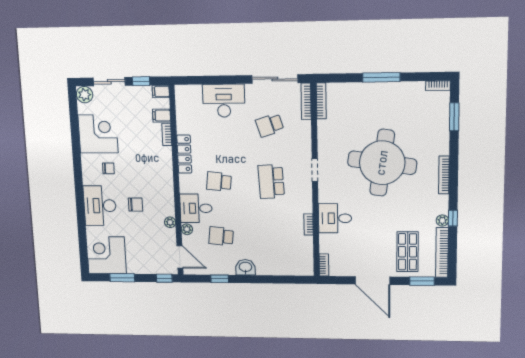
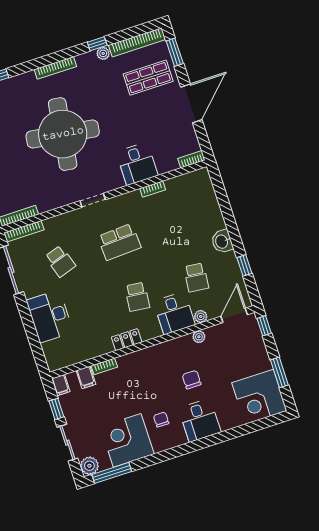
window: (74, 112) -> (112, 473), added
locker: (184, 154) -> (127, 340), width x0.66
desk: (100, 206) -> (200, 420), width x0.73

